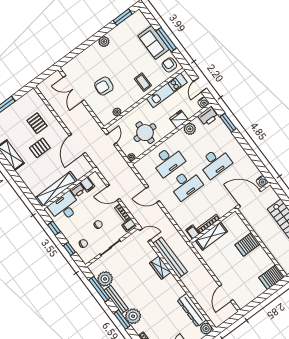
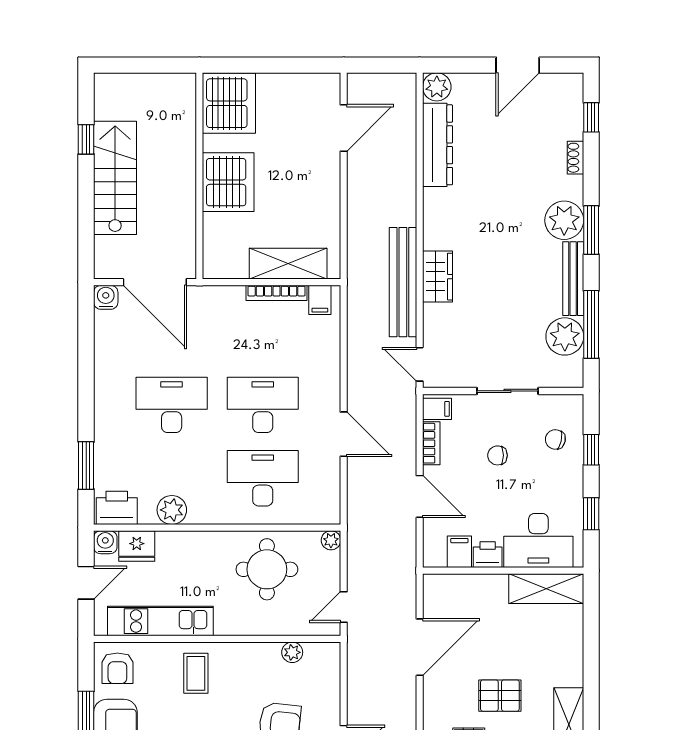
fridge: (179, 119) -> (137, 546), moved
shelving: (56, 189) -> (546, 589), width x0.68
server rack: (248, 244) -> (228, 182), width x1.60
server rack: (272, 277) -> (229, 103), width x1.60

